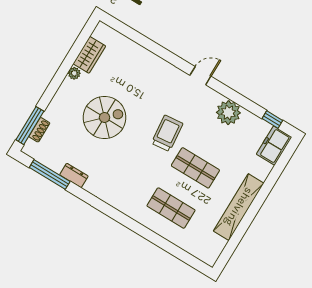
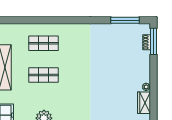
spiral stairs: (105, 118) -> (113, 72), removed
trolley: (167, 133) -> (72, 85), removed
dresser: (74, 175) -> (111, 28), removed

